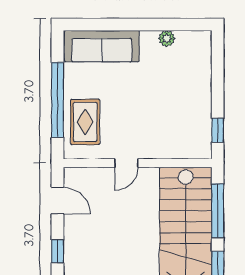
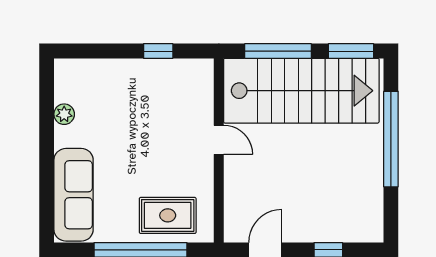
window: (218, 130) -> (158, 51), moved
door: (126, 163) -> (219, 140), moved

